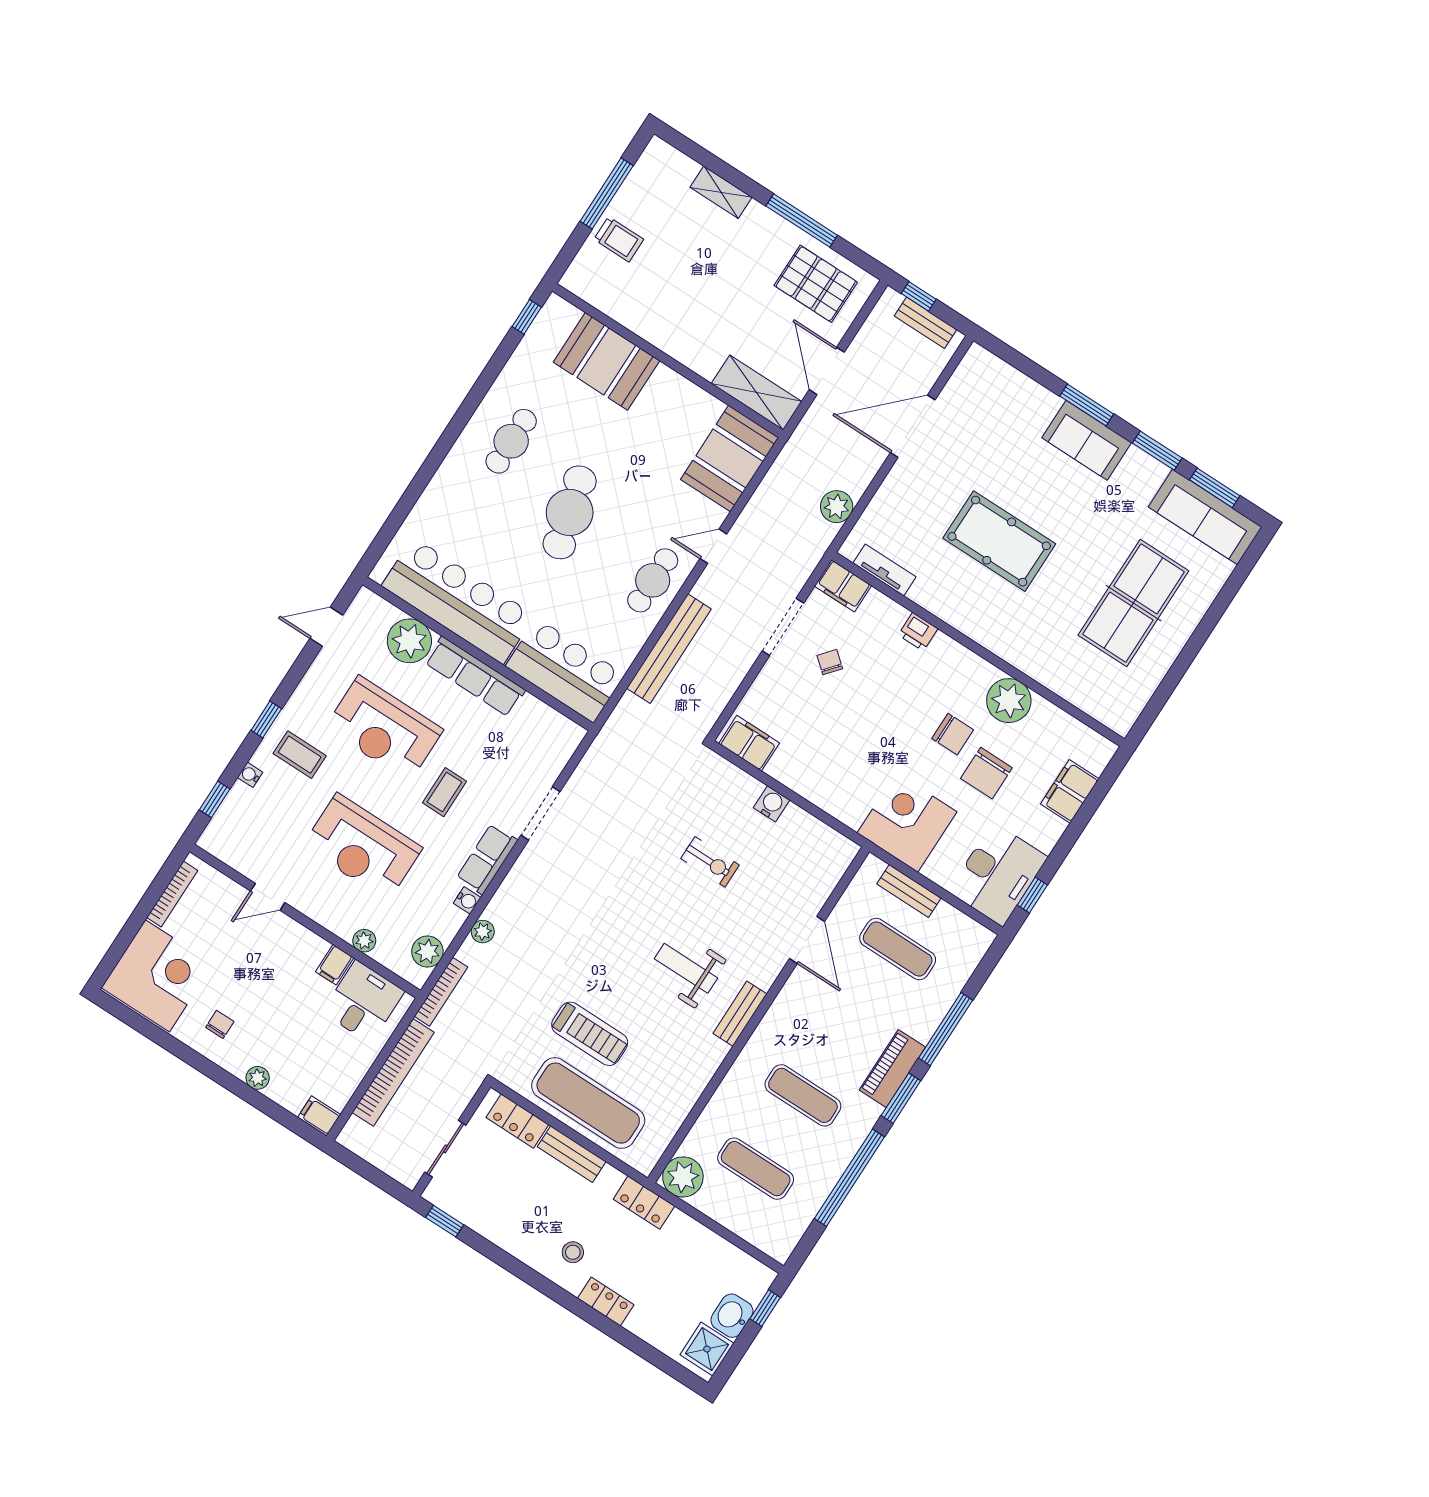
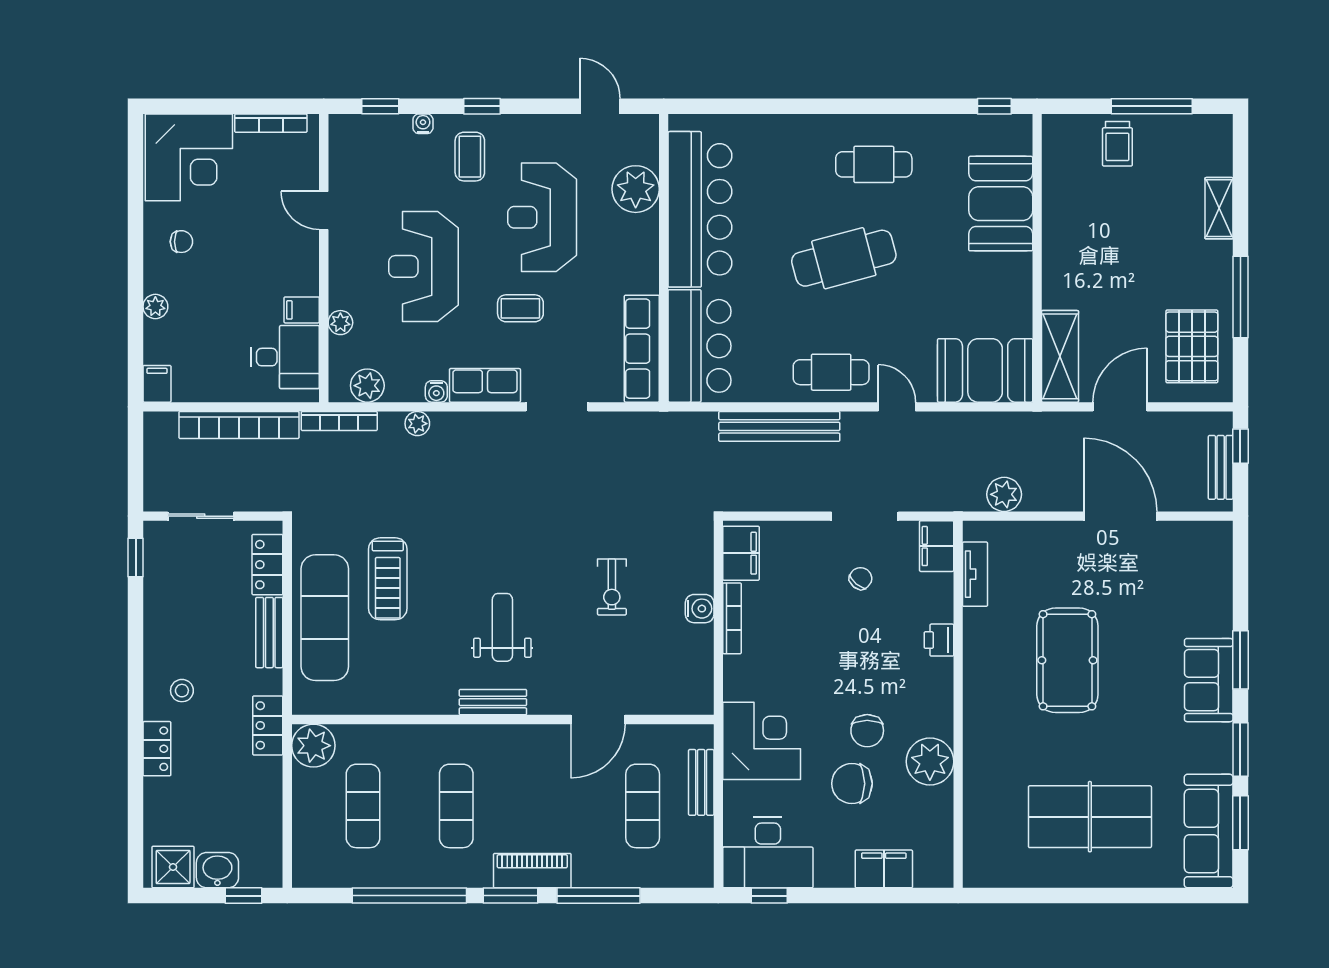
row of seats: (475, 676) -> (642, 349), moved
bookcase: (796, 783) -> (732, 618), added

